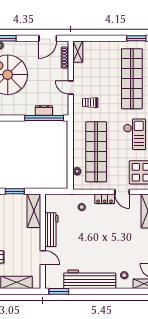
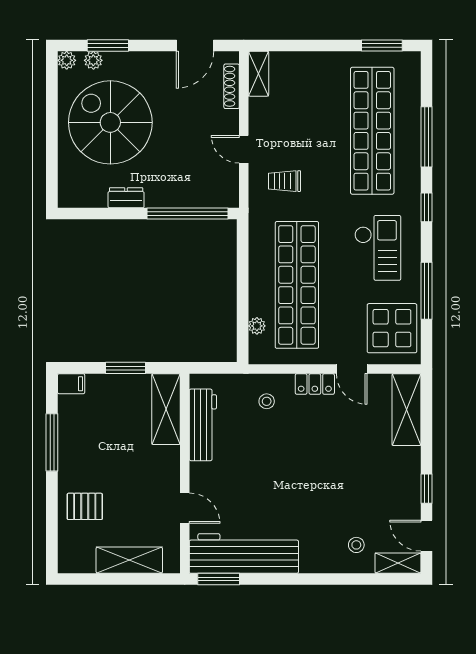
dresser: (44, 110) -> (126, 198), moved
workbench: (51, 230) -> (203, 425), moved
workbench: (90, 279) -> (244, 553), moved

